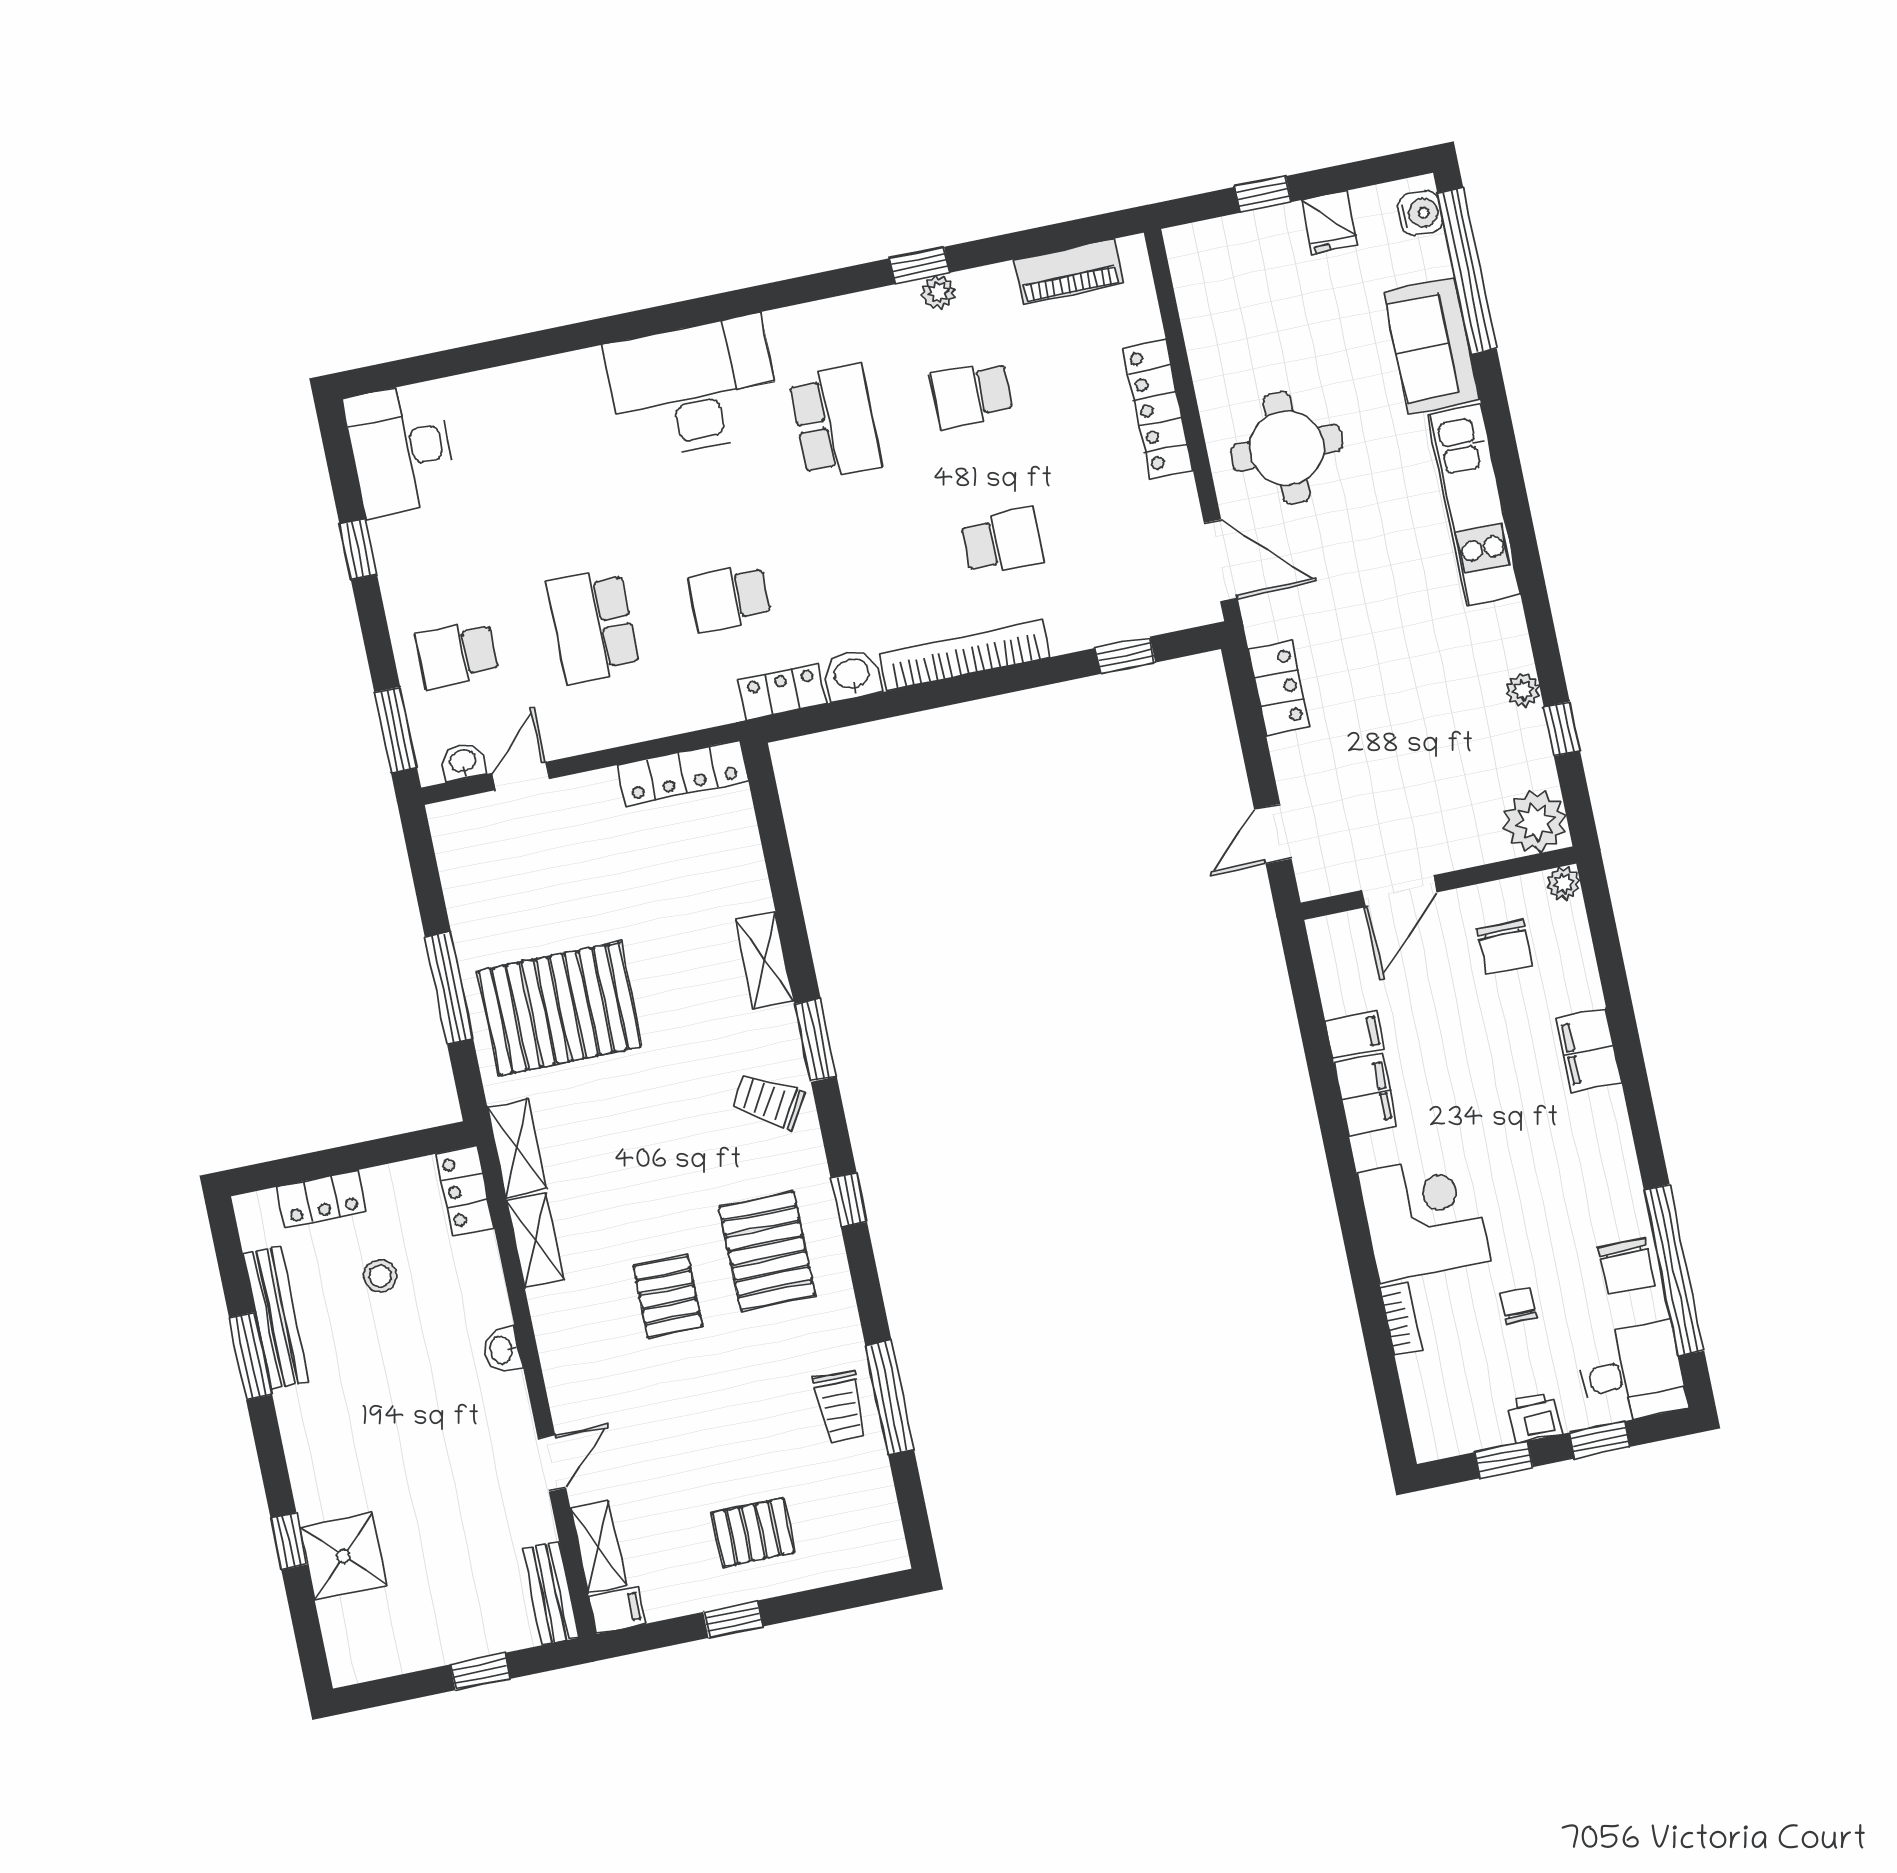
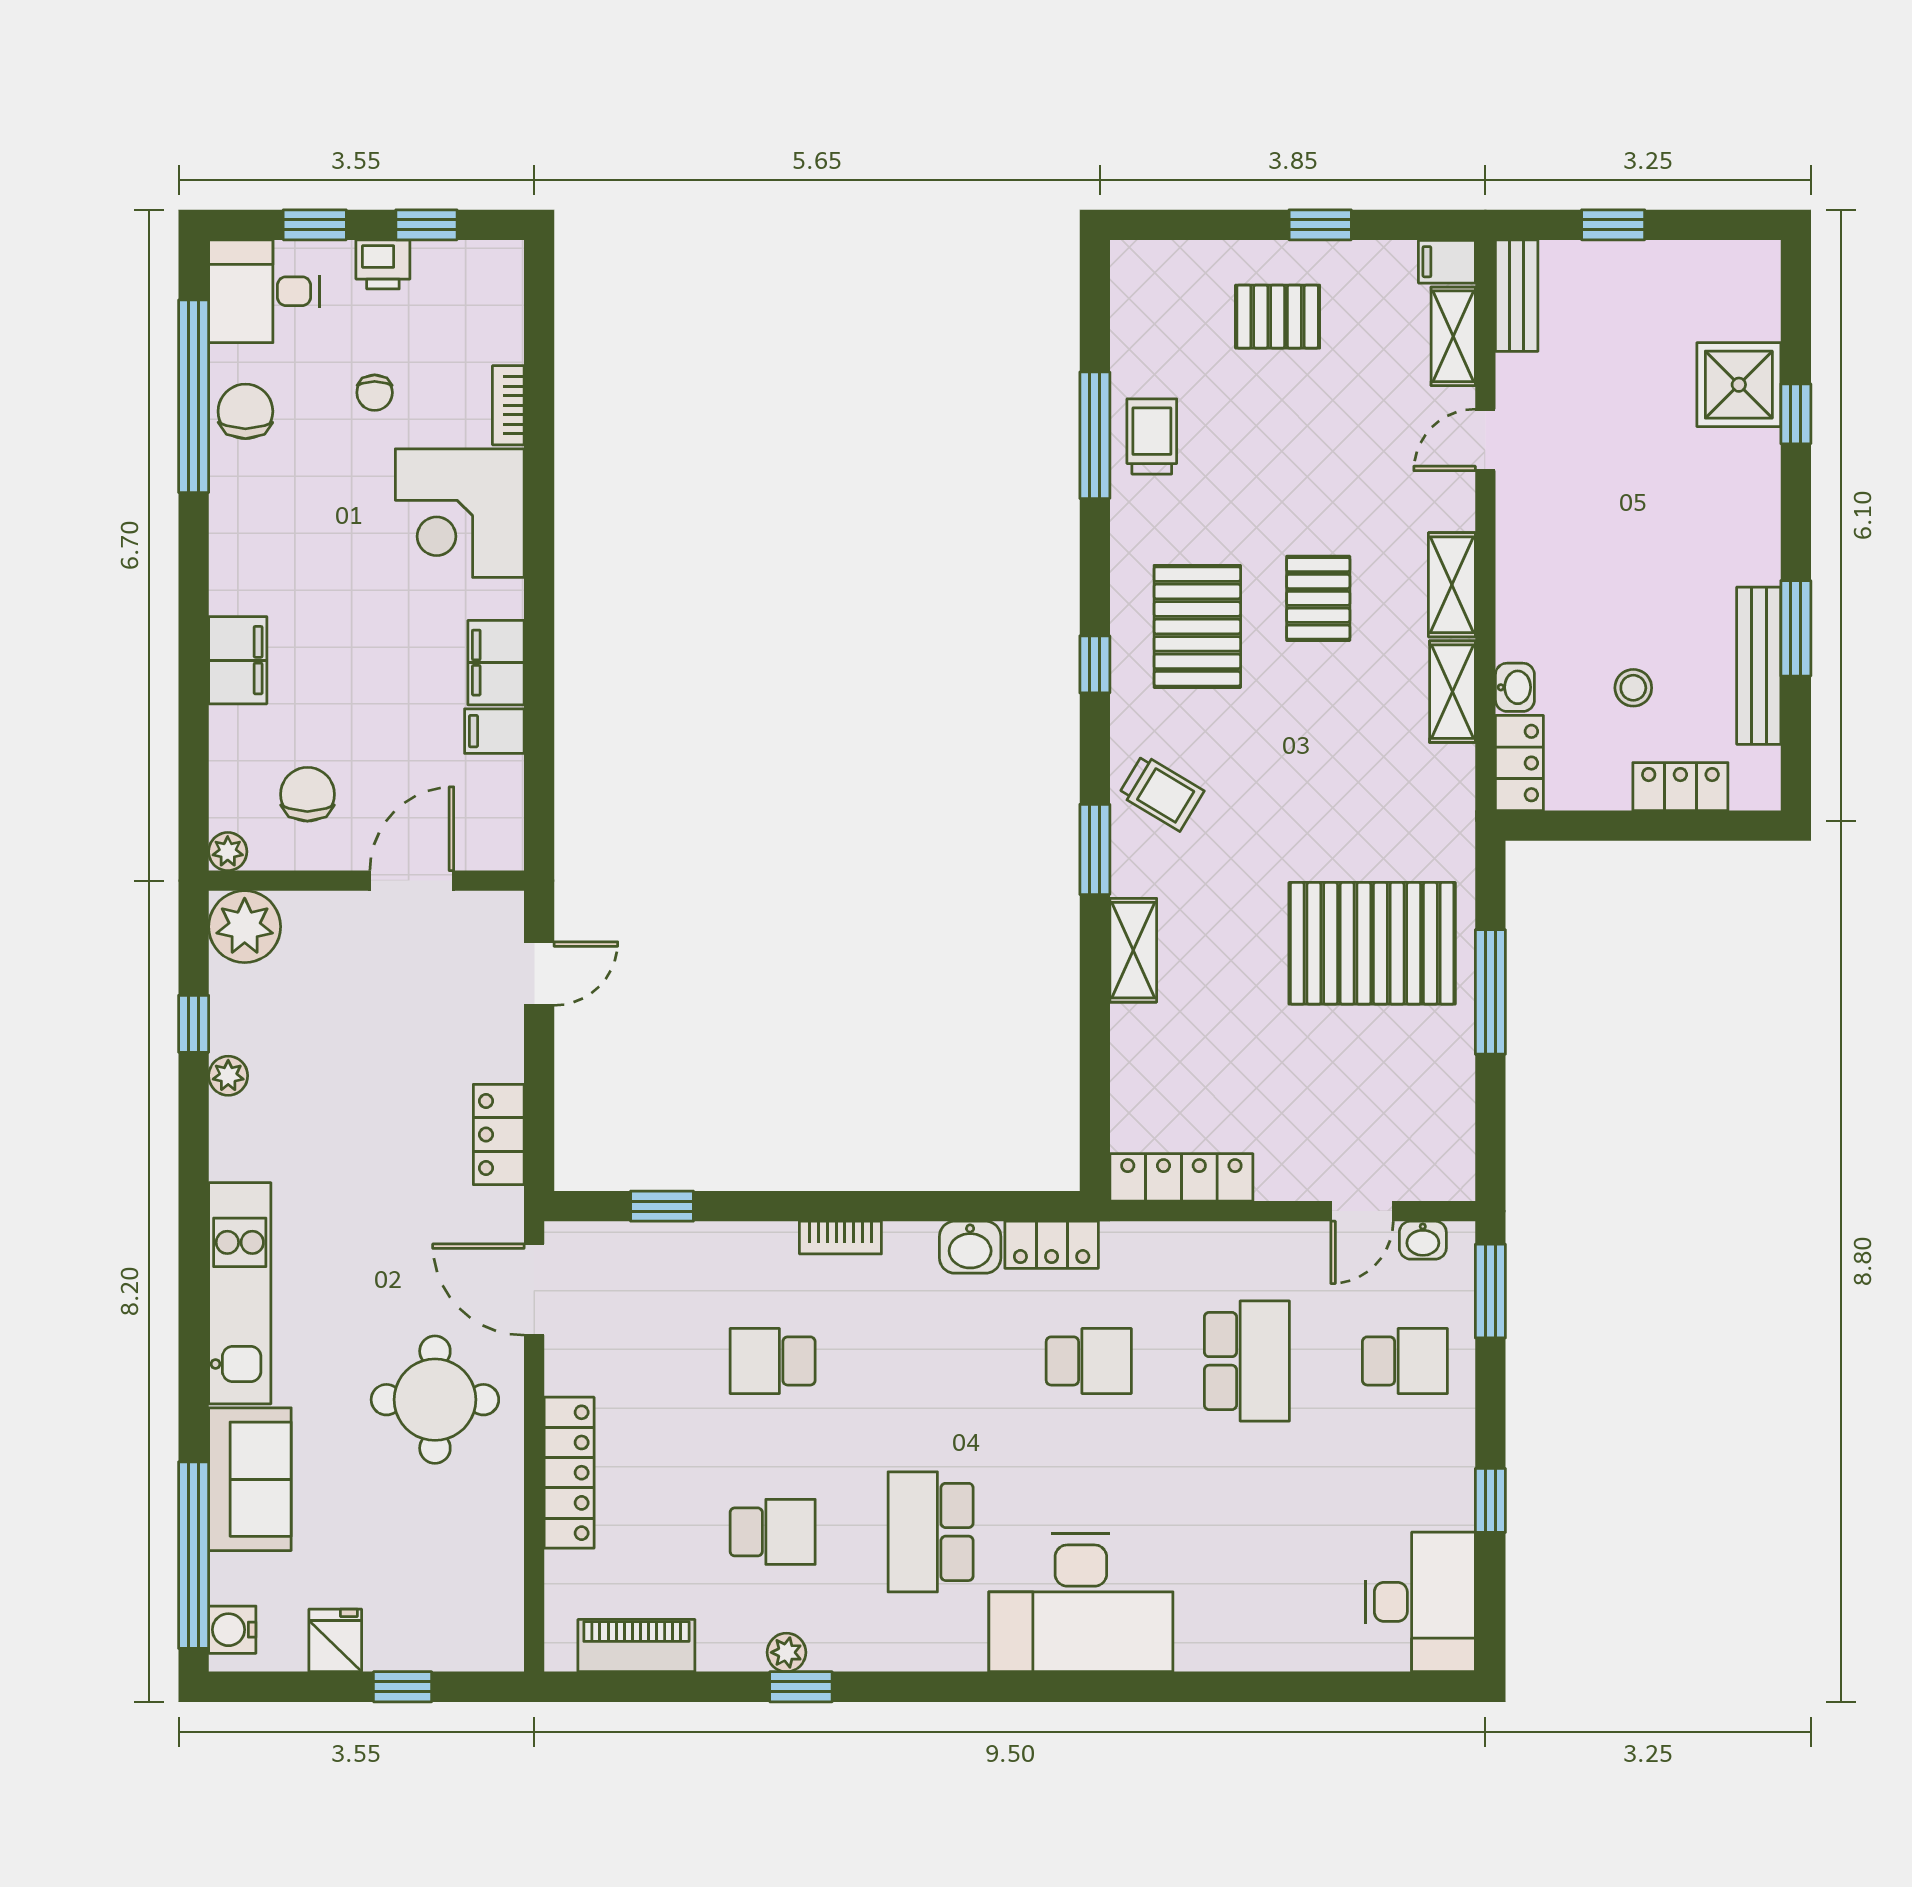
bookcase: (965, 656) -> (840, 1238), width x0.43, depth x0.76
shelving: (517, 1148) -> (1452, 585), moved
washbasin: (502, 1350) -> (1515, 687), moved

